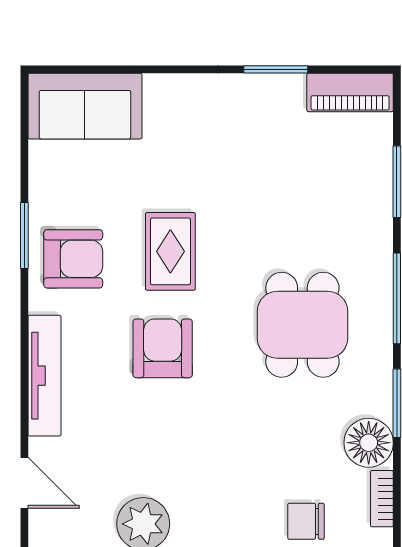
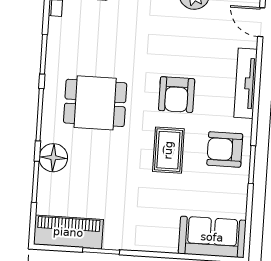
piano: (350, 92) -> (68, 232), width x1.37, depth x1.33
dining table: (302, 325) -> (95, 103), turned 90
floor lamp: (369, 443) -> (53, 158), moved

